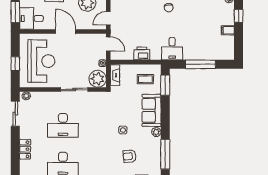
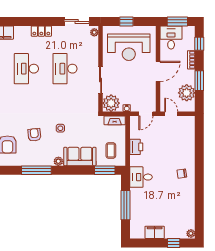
filing cabinet: (228, 30) -> (155, 232), width x2.00

